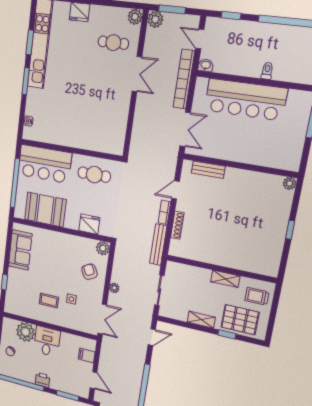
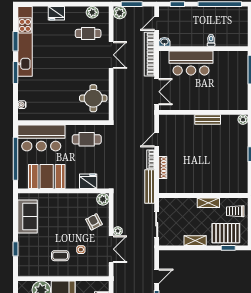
plant: (135, 17) -> (92, 12), moved
door: (200, 39) -> (157, 23), hinge flipped
bar counter: (245, 100) -> (191, 63), width x0.73
round table: (108, 126) -> (93, 98), added
bench: (208, 170) -> (208, 120), moved
double door: (102, 319) -> (111, 249), moved
window: (227, 334) -> (228, 248), moved
door: (152, 337) -> (157, 276), moved

